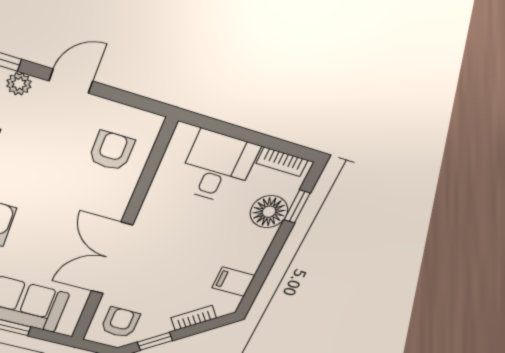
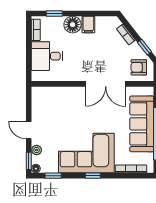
armchair: (112, 151) -> (54, 103), removed
floor lamp: (269, 212) -> (73, 25), moved
filing cabinet: (233, 282) -> (88, 25), moved

